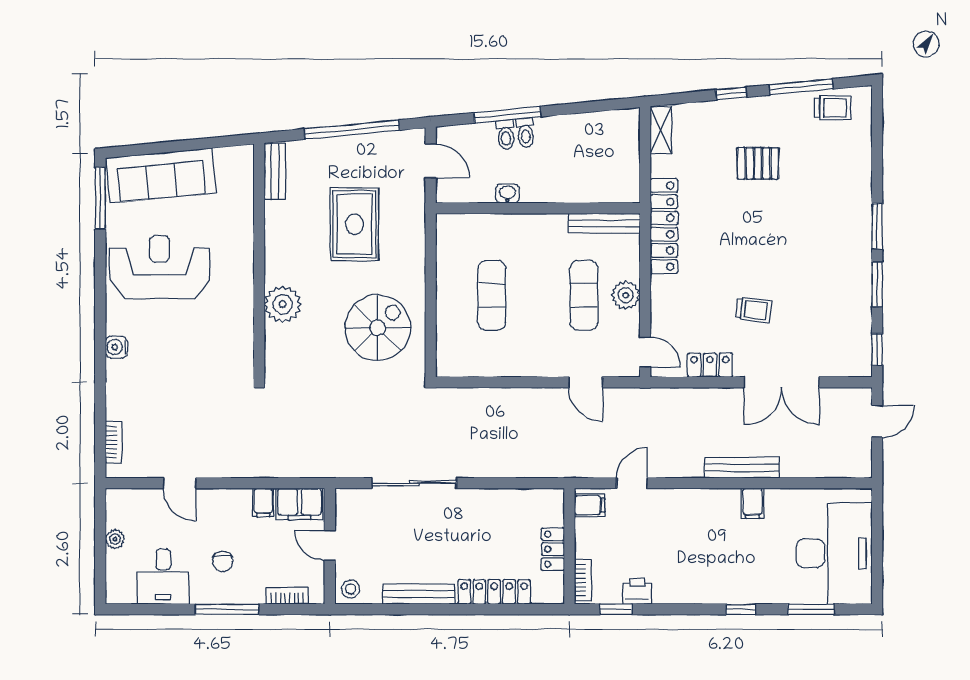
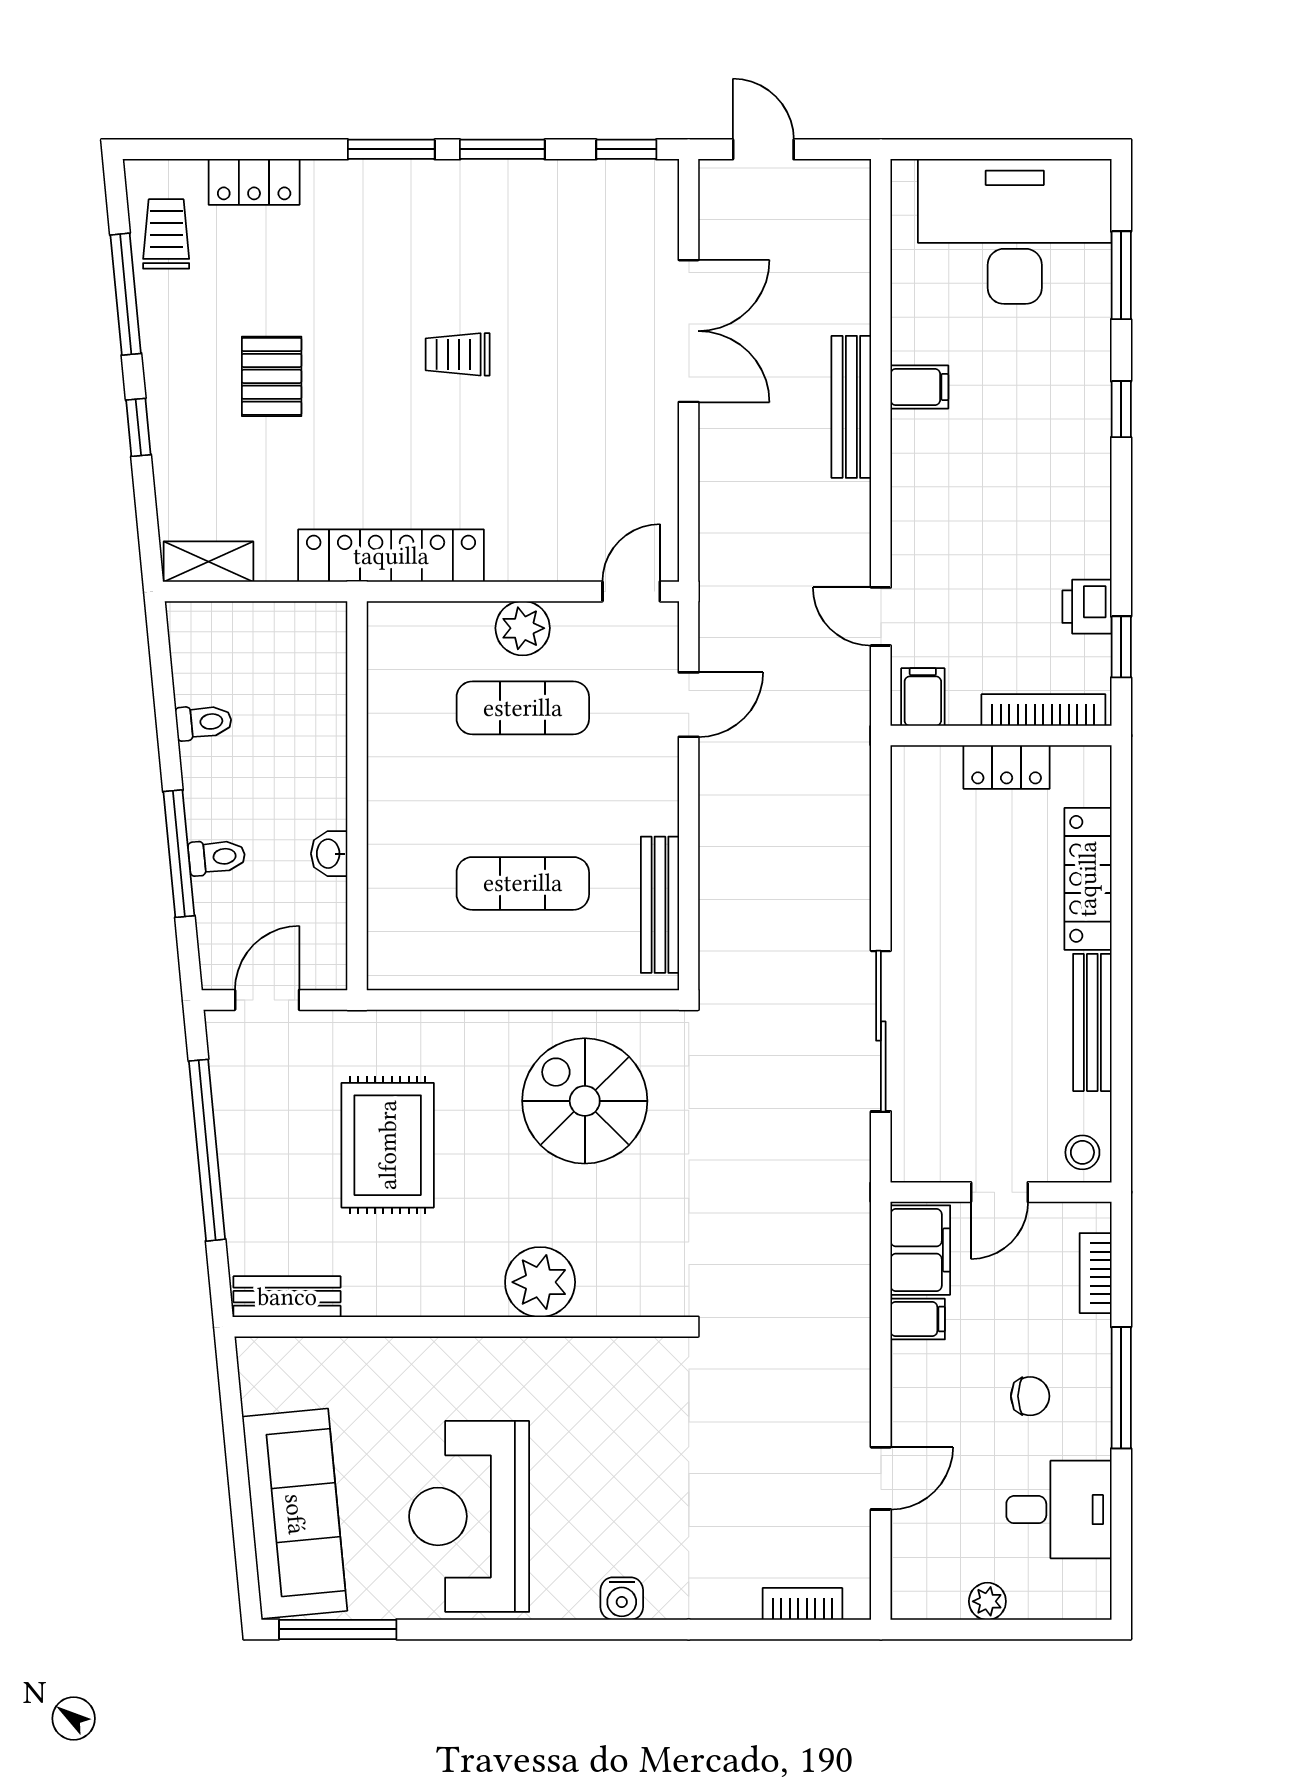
toilet: (525, 133) -> (204, 722), moved
bench: (604, 223) -> (660, 905), moved
rug: (354, 224) -> (388, 1145), turned 90
trolley: (753, 310) -> (458, 354), moved, turned -97
locker: (710, 365) -> (254, 182), moved, turned -90
bookcase: (583, 580) -> (1043, 710), width x1.56

